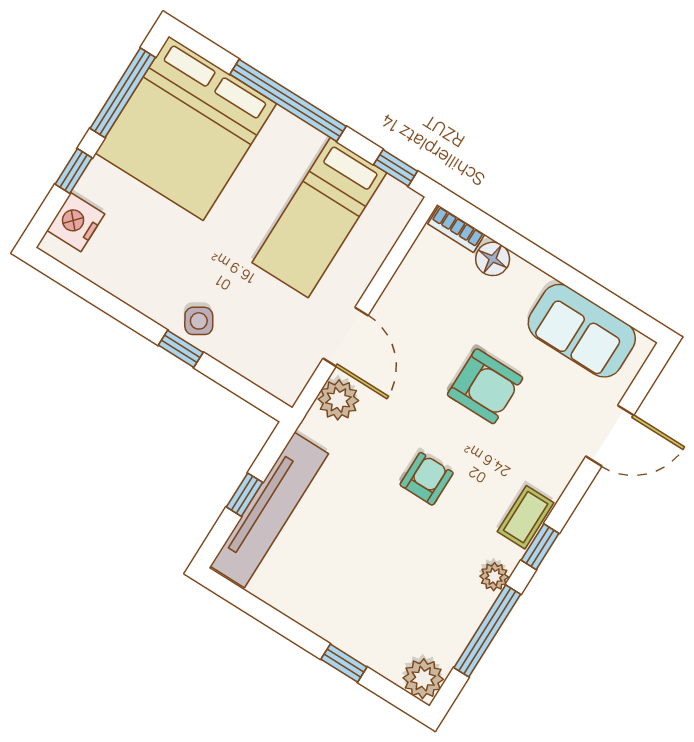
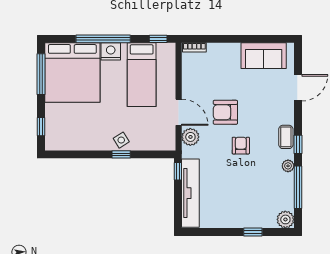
window: (74, 171) -> (41, 127), moved
nightstand: (76, 222) -> (111, 51), moved, turned 90
floor lamp: (493, 259) -> (215, 50), removed
armchair: (485, 386) -> (225, 112), moved, turned 180
window: (245, 495) -> (178, 171), moved

